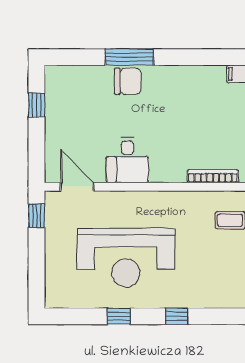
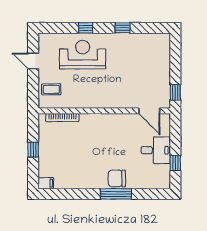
desk: (127, 160) -> (156, 150), moved, turned 90
reception desk: (126, 258) -> (83, 55), moved, width x0.74, depth x0.77

